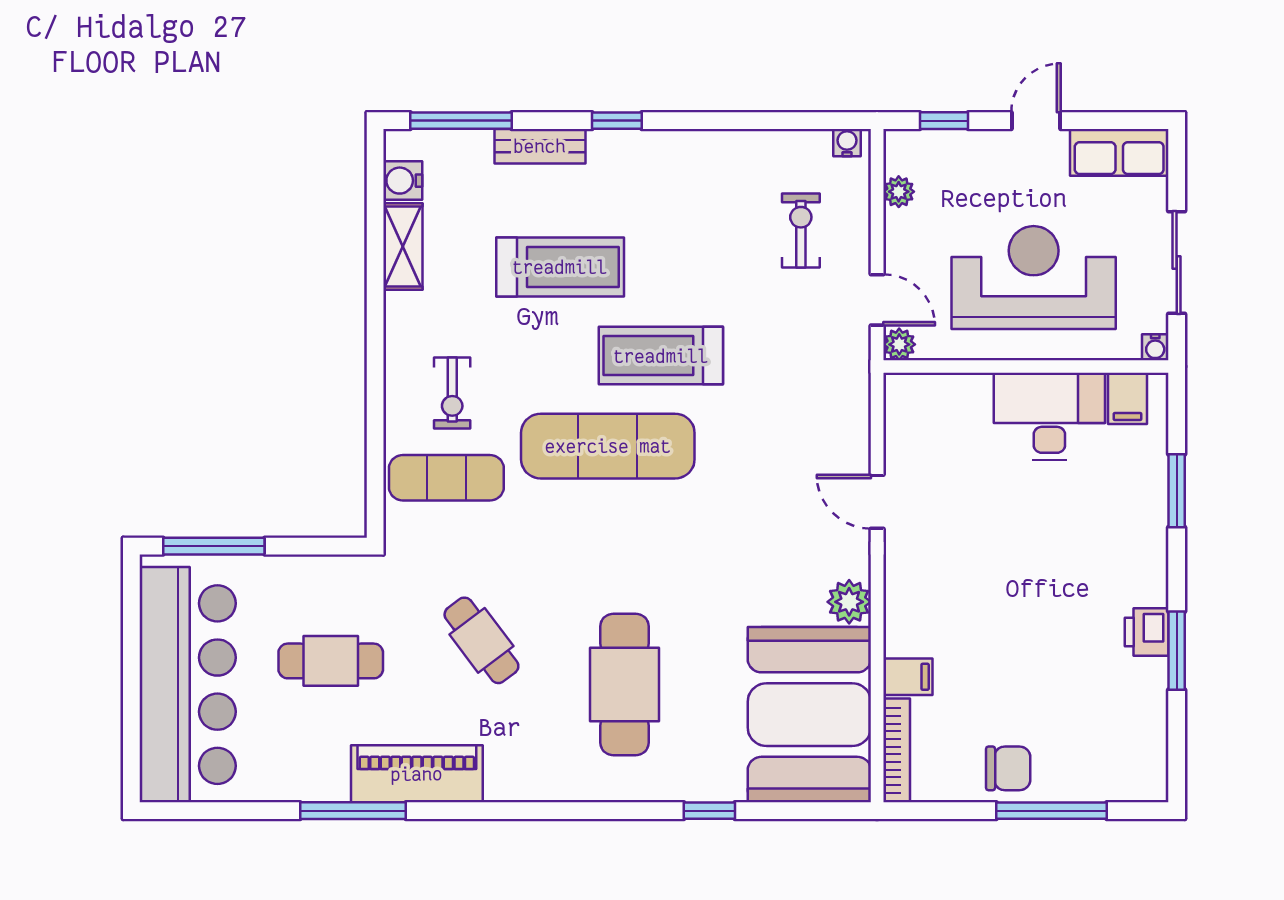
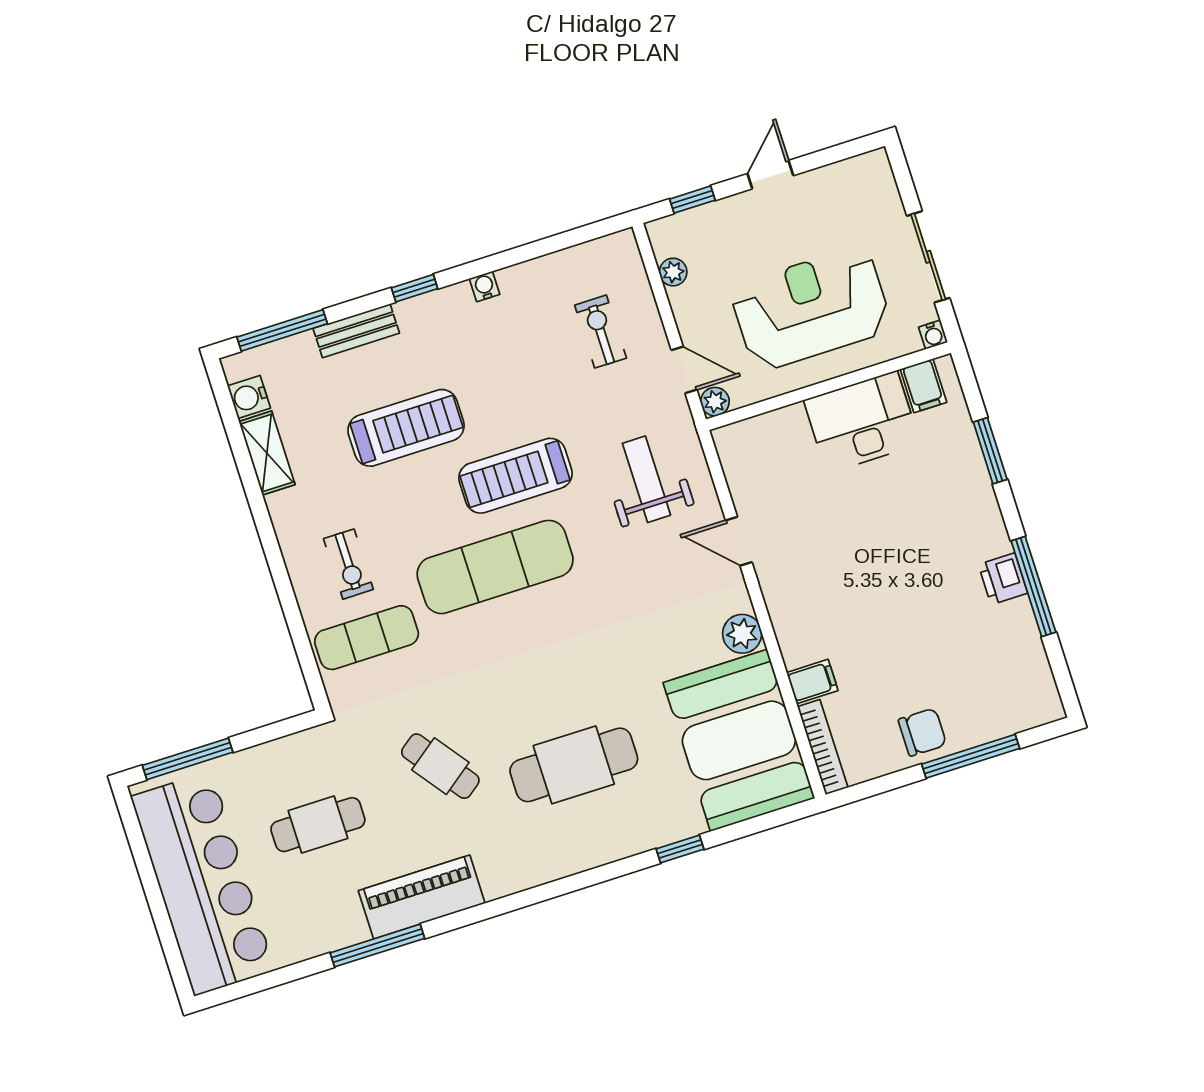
water cooler: (847, 143) -> (485, 286), moved
row of seats: (1119, 152) -> (850, 179), removed
weight bench: (800, 404) -> (646, 479), added
window: (1177, 651) -> (1033, 586), width x1.44
cafe table: (625, 684) -> (574, 765), turned 90

